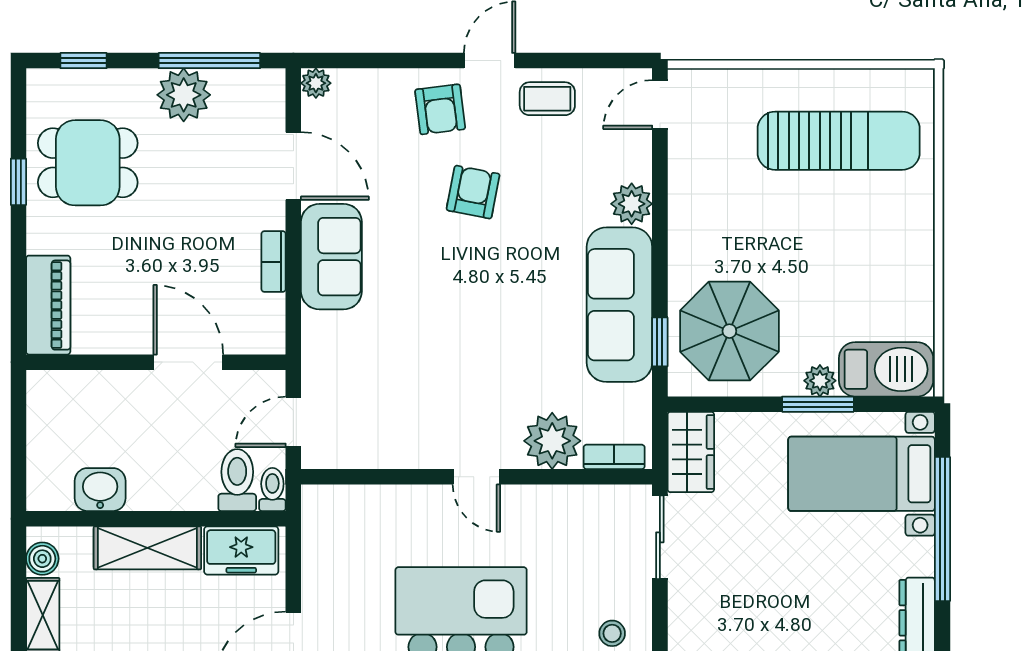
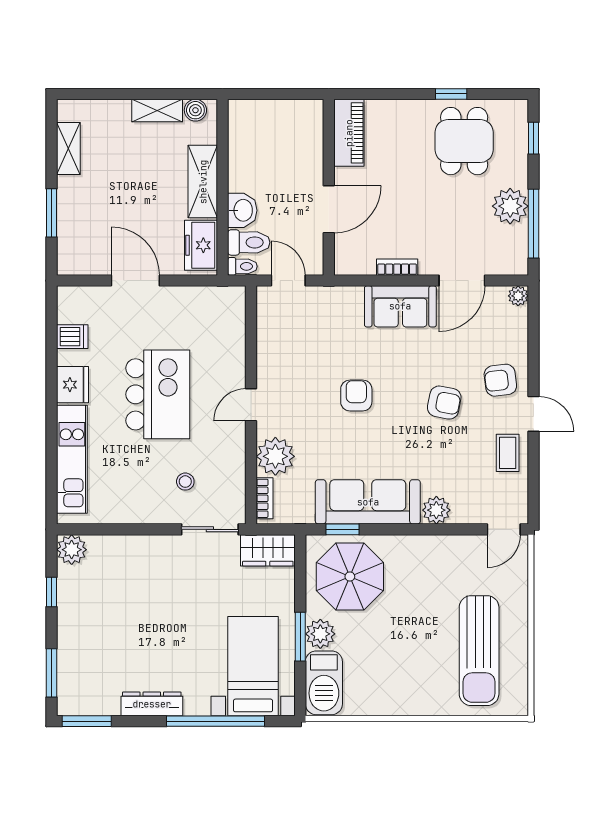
door: (660, 105) -> (504, 529), swing flipped
piano: (48, 305) -> (349, 133), moved, turned -90
armchair: (463, 322) -> (356, 396), added
plant: (820, 381) -> (320, 634), width x1.38, depth x1.38
washbasin: (100, 490) -> (242, 210), moved
stool: (612, 633) -> (185, 482), moved

